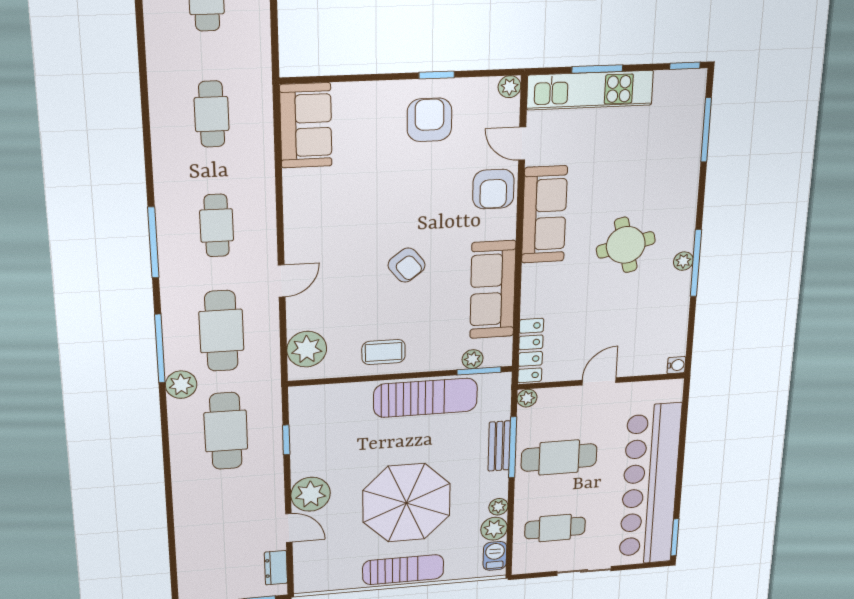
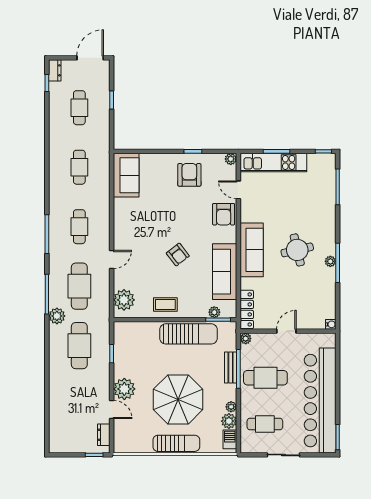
sofa: (544, 215) -> (252, 250), moved

